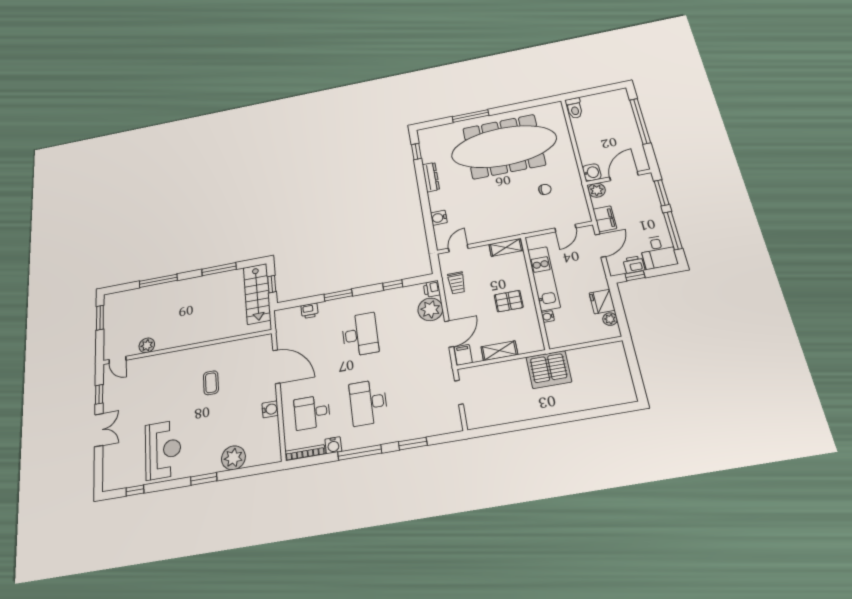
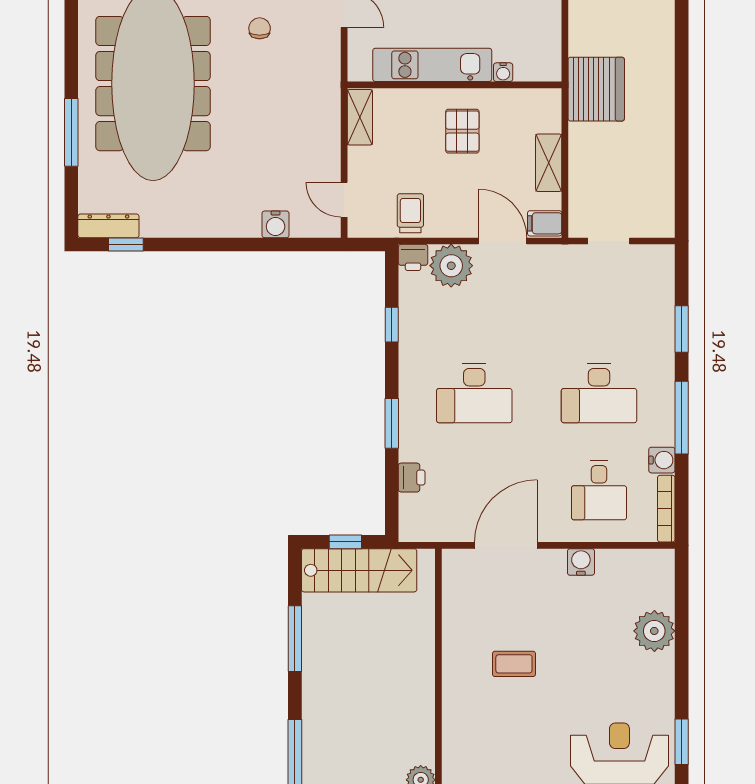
dresser: (431, 177) -> (108, 226), moved
trolley: (457, 283) -> (410, 213), turned -90
desk: (360, 335) -> (474, 393), turned 180
window: (204, 479) -> (682, 742), moved

